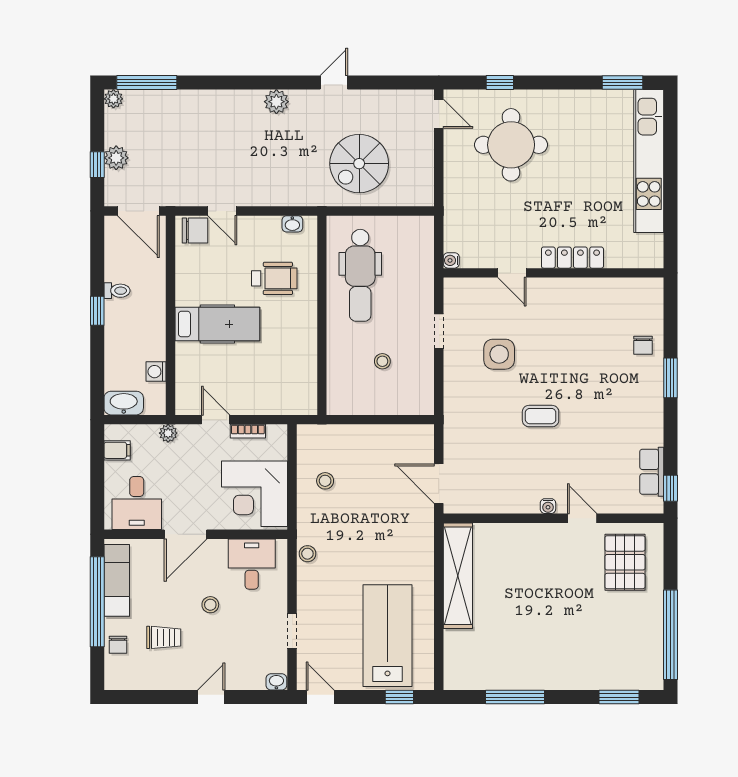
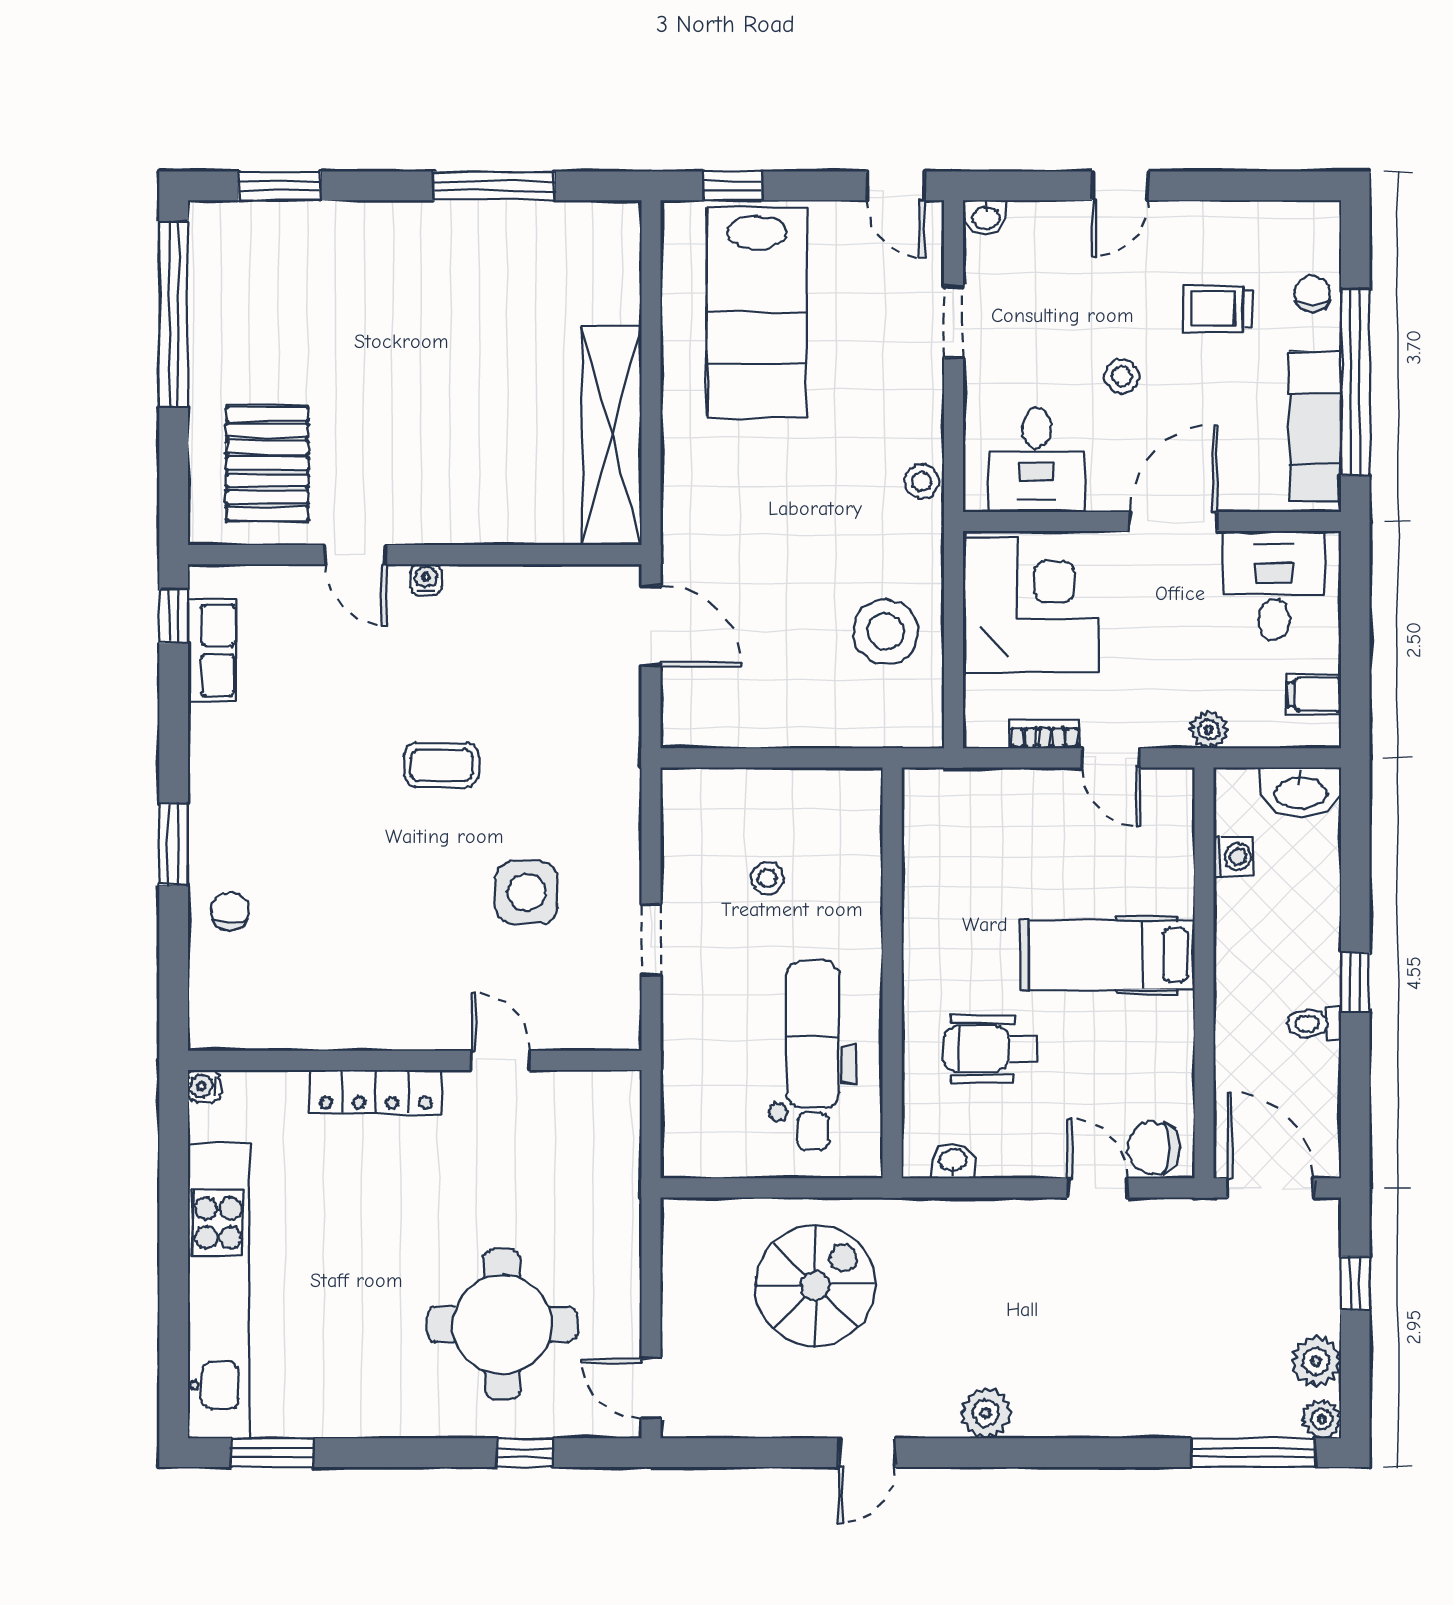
plant: (116, 158) -> (1316, 1361), moved
water cooler: (451, 260) -> (204, 1086), moved, turned 180
stool: (325, 481) -> (885, 632), width x1.89, depth x1.89

